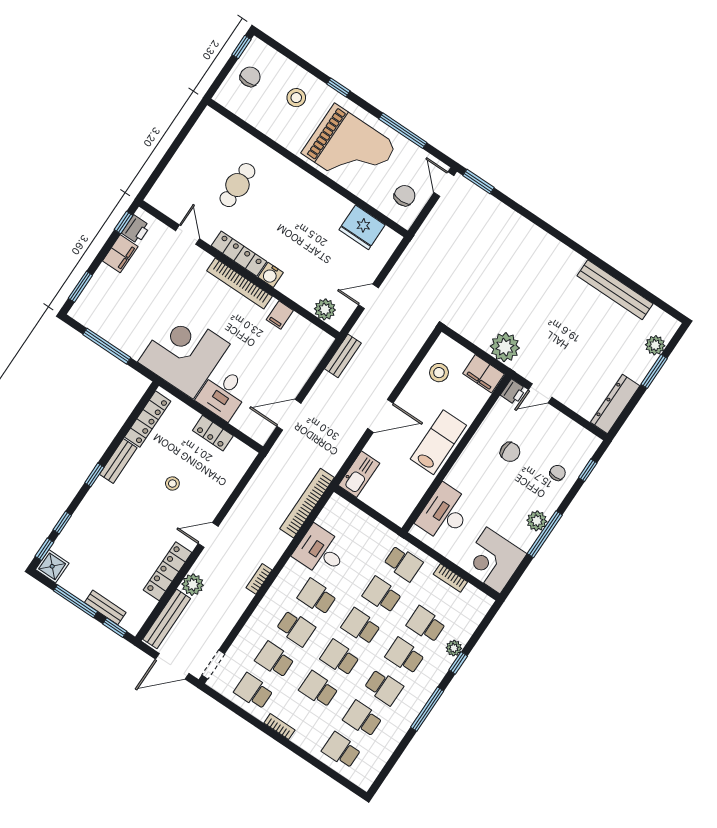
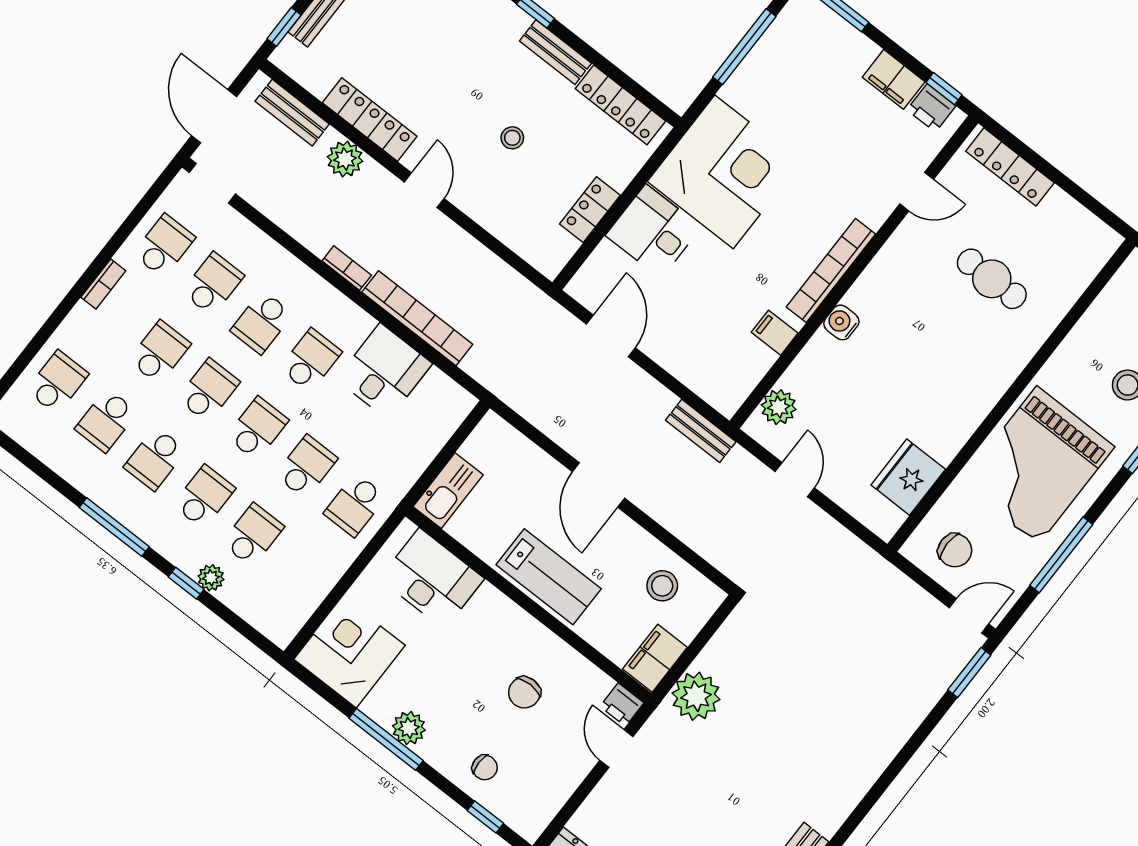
locker: (239, 254) -> (1010, 167), moved, turned 90
kitchen sink: (359, 474) -> (448, 491), moved, turned -90
bookcase: (307, 503) -> (417, 318), moved
bookcase: (450, 578) -> (326, 580), removed
bench: (167, 619) -> (292, 113), width x0.73
school desk: (362, 719) -> (106, 420), turned 180

